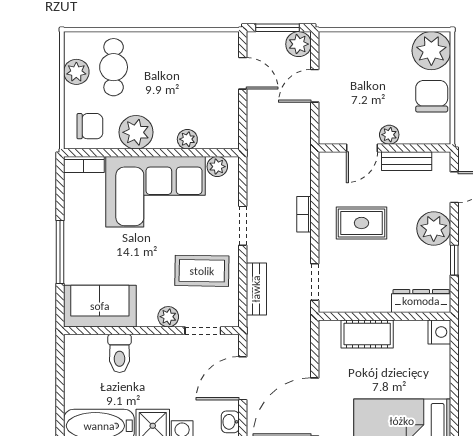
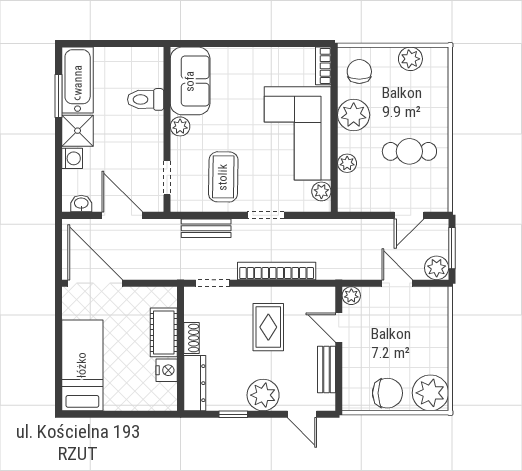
cafe table: (114, 67) -> (409, 151), moved
chair: (90, 126) -> (359, 72), turned 180
plant: (389, 135) -> (351, 296), moved
bookcase: (304, 214) -> (277, 271), width x2.31, depth x1.31
window: (60, 252) -> (241, 44), removed
shoe rack: (373, 305) -> (192, 338), added
plant: (168, 317) -> (180, 126), moved
nightstand: (439, 332) -> (167, 370), moved, turned -90

